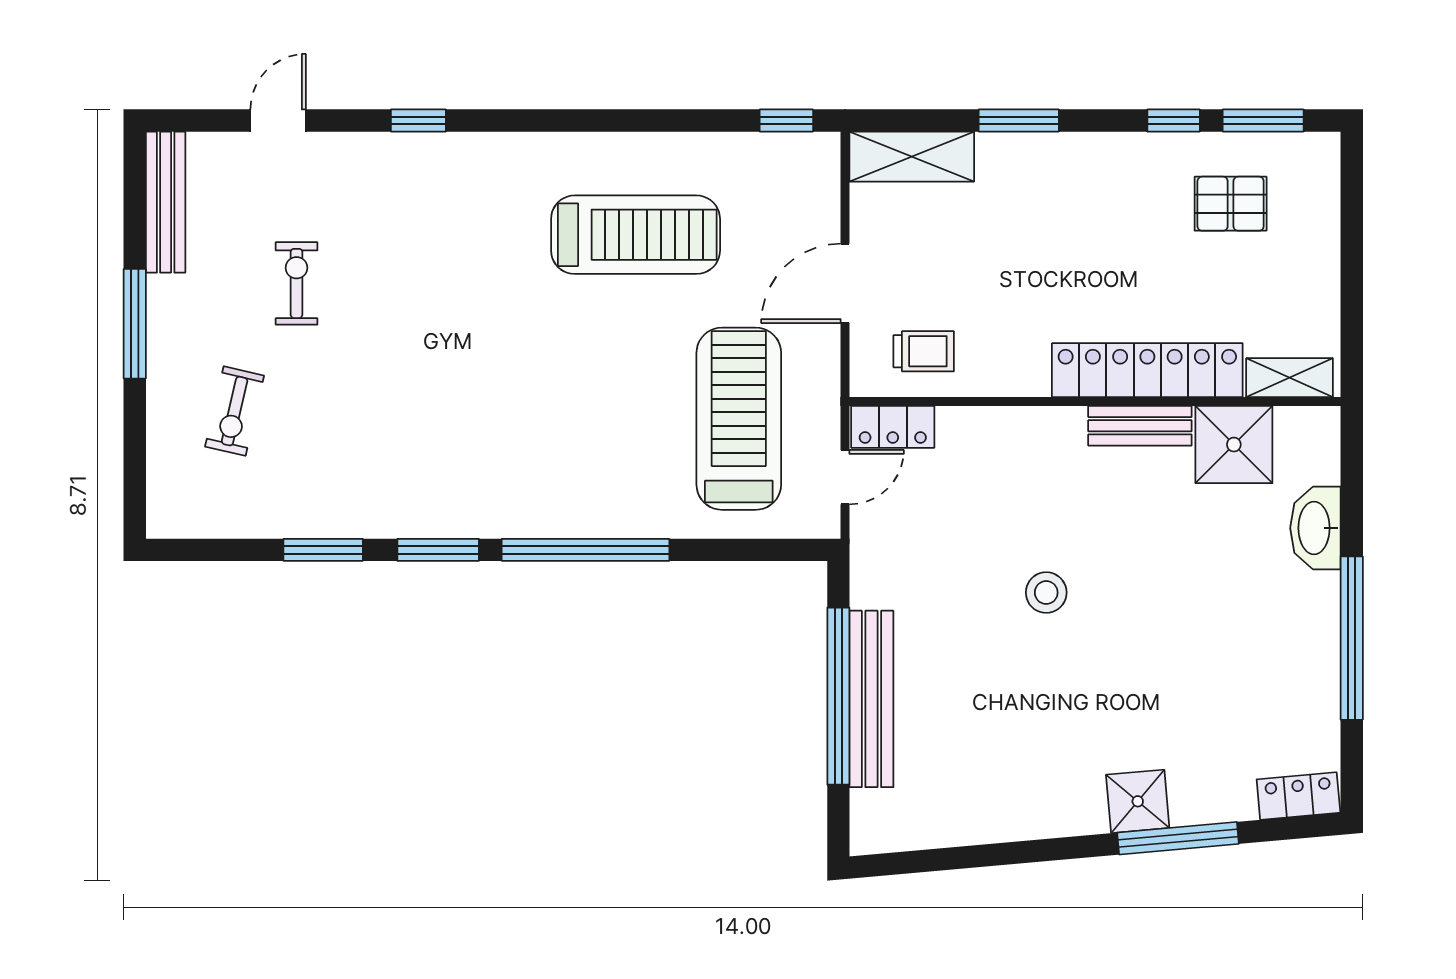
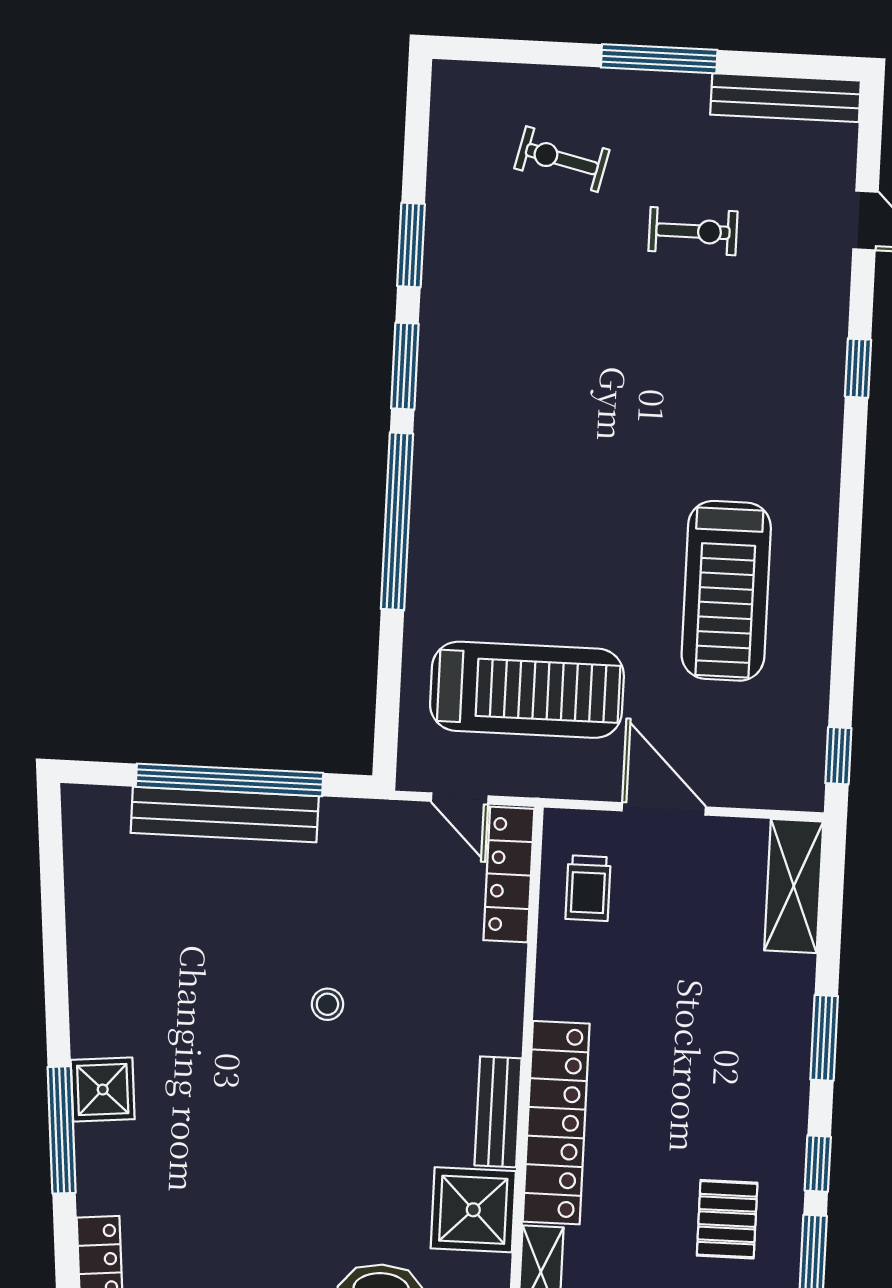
window: (1019, 121) -> (824, 1038), moved
locker: (893, 427) -> (509, 875), width x1.53
stool: (1046, 593) -> (327, 1004), width x0.73, depth x0.73

